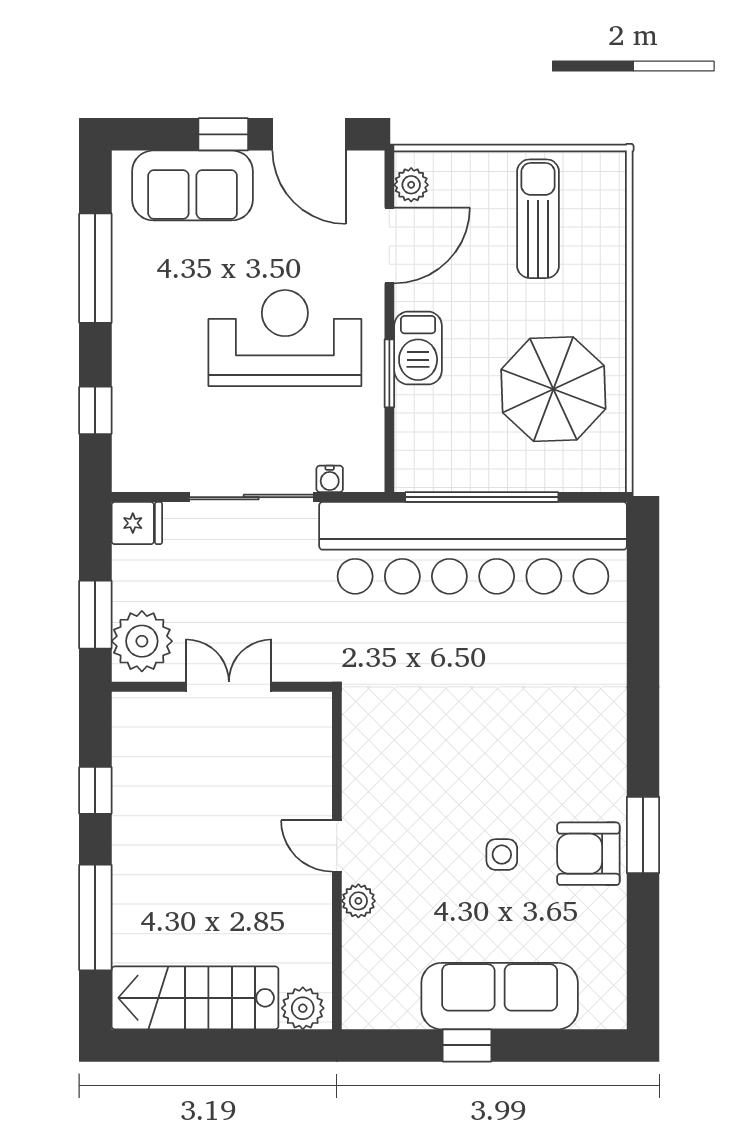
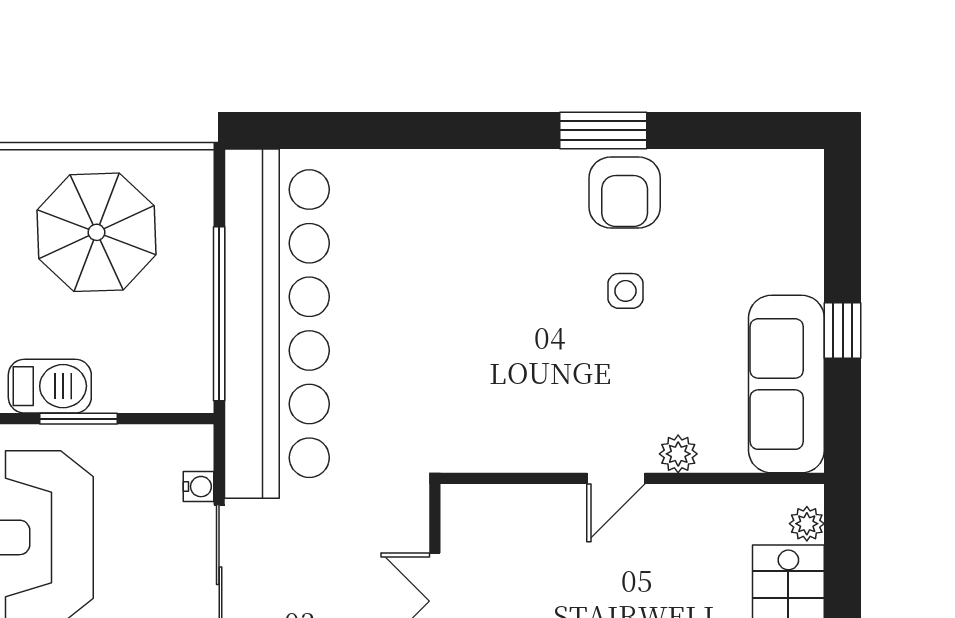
sofa: (500, 996) -> (786, 384), moved
plant: (303, 1008) -> (807, 524), width x0.73, depth x0.73

